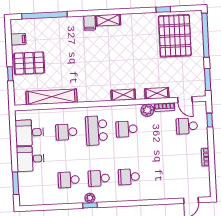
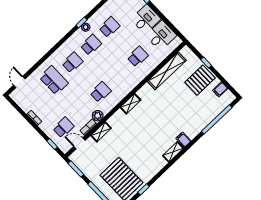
shelving: (123, 95) -> (130, 104), moved
school desk: (96, 130) -> (54, 80), moved

